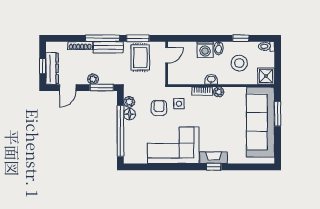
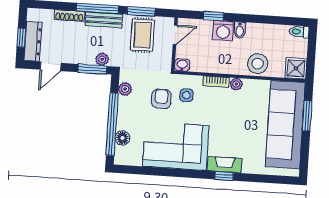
window: (241, 38) -> (213, 16), moved
stool: (239, 63) -> (258, 64), moved
plant: (93, 79) -> (102, 59), moved
washbasin: (211, 79) -> (182, 65), moved
floor lamp: (130, 114) -> (122, 138), moved

